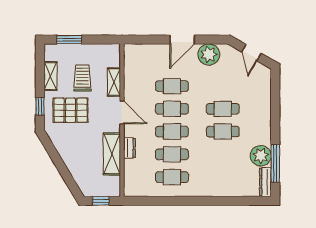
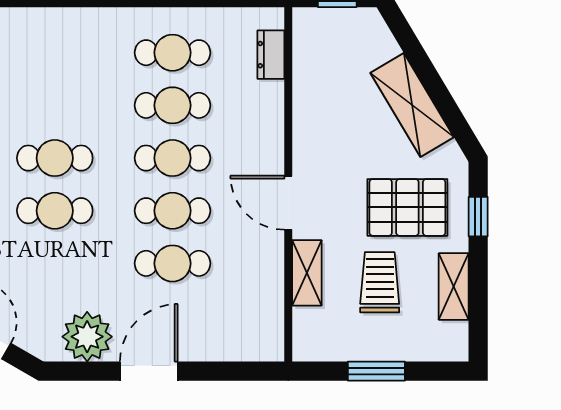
window: (69, 40) -> (376, 371), moved
trolley: (82, 78) -> (380, 282), turned 180
dresser: (129, 148) -> (271, 55), moved
shelving: (112, 154) -> (412, 105), moved, turned -31

